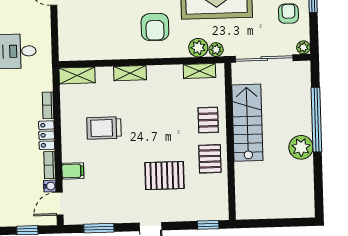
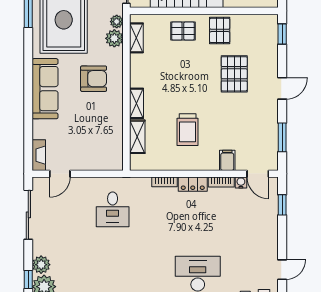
shelving: (77, 75) -> (137, 137), moved
pallet: (210, 159) -> (220, 30), turned 90

